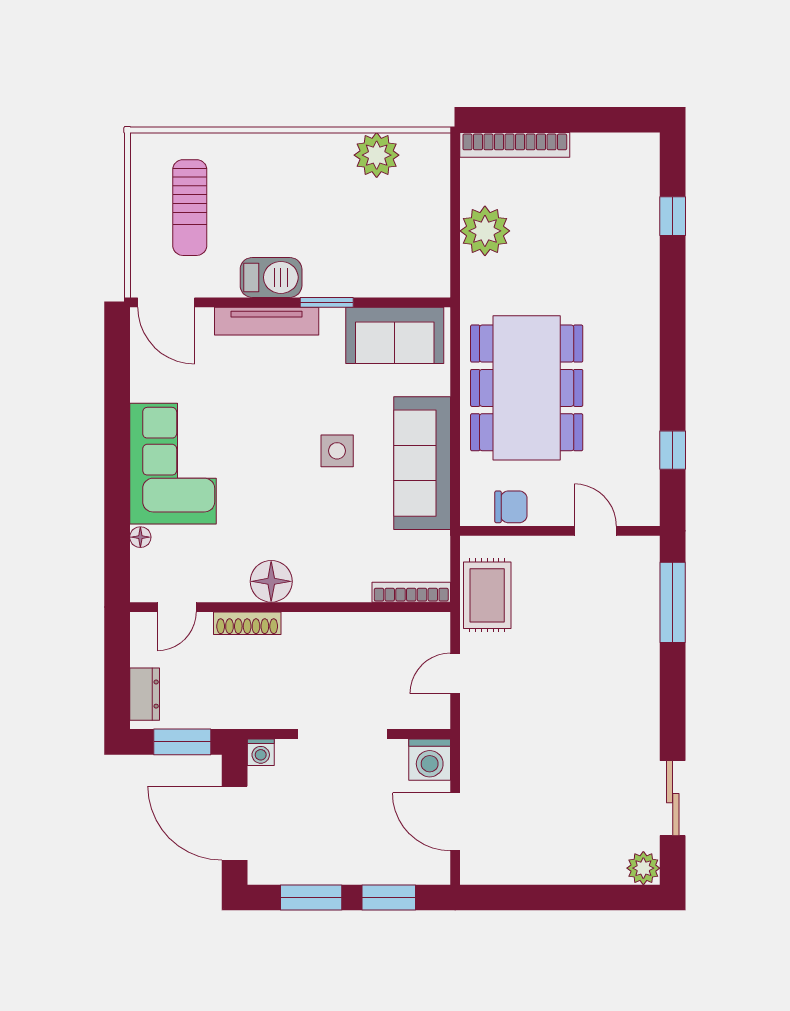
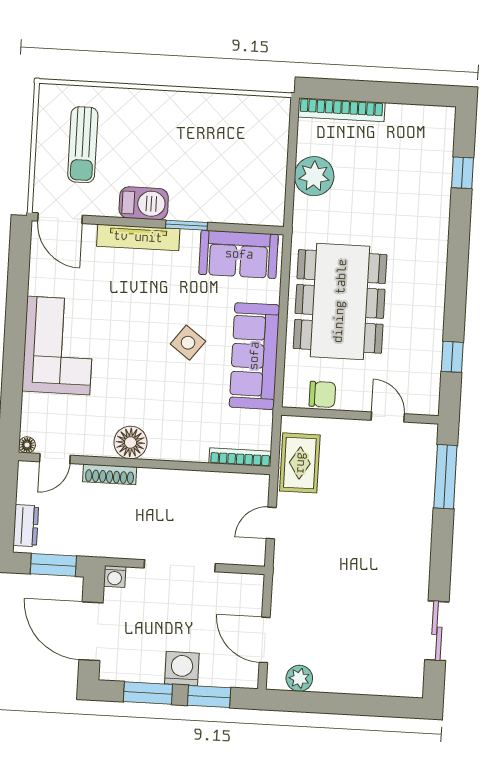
plant: (377, 155) -> (232, 112), removed
side table: (337, 451) -> (188, 343), turned 37
floor lamp: (140, 537) -> (27, 445), moved
washing machine: (430, 760) -> (182, 668), moved, turned 180
plant: (643, 868) -> (299, 678), moved

